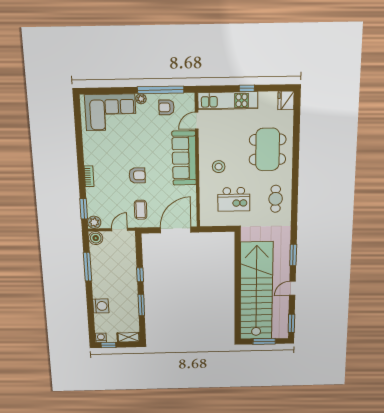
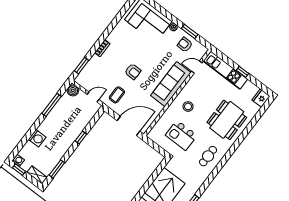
window: (161, 90) -> (190, 32), width x0.47
plant: (94, 222) -> (81, 80), removed
window: (141, 305) -> (57, 169), moved

